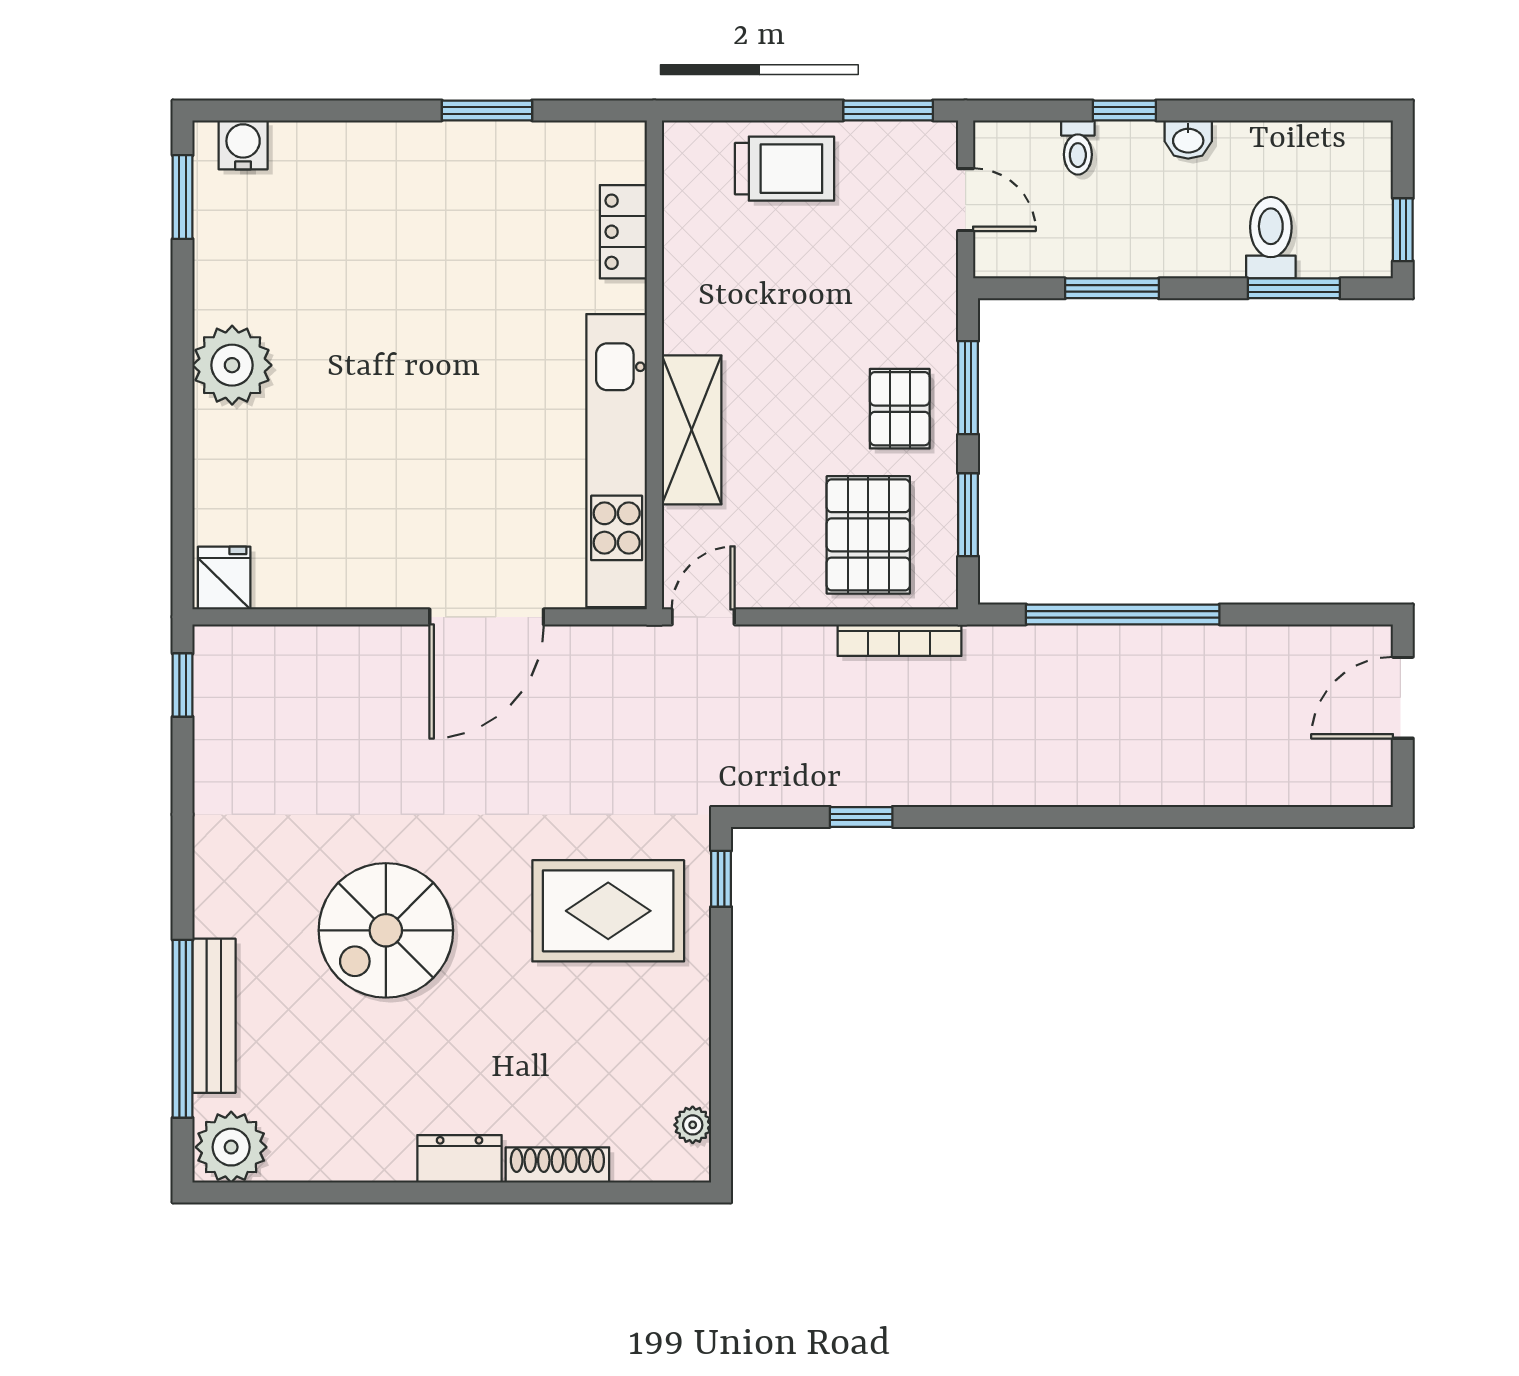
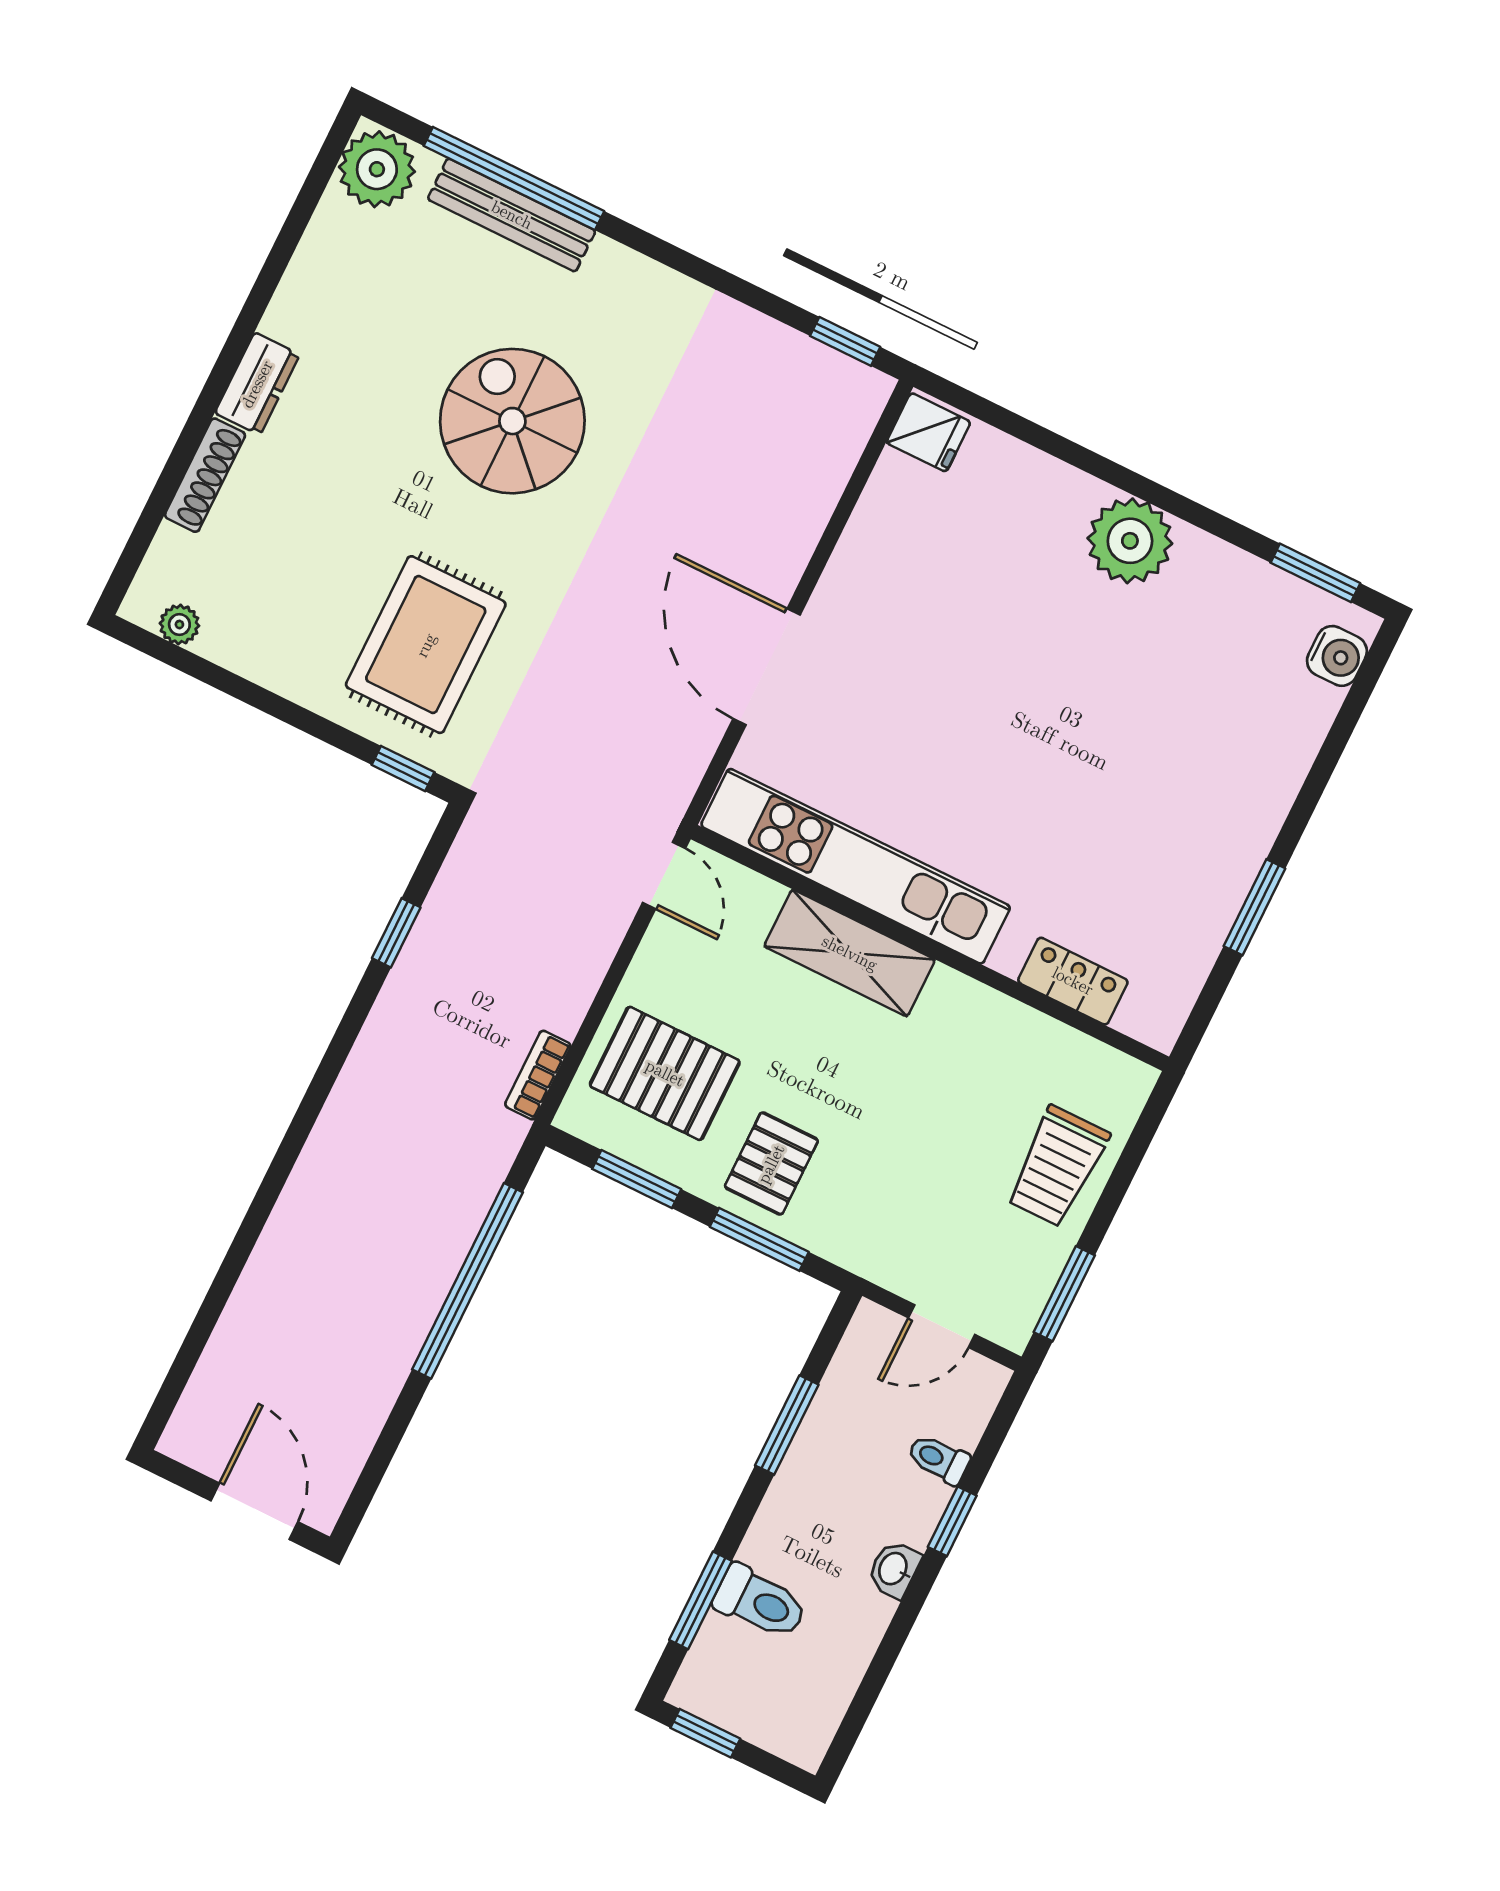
pallet: (900, 409) -> (771, 1164), turned 90
bookcase: (899, 640) -> (538, 1075), width x0.64

